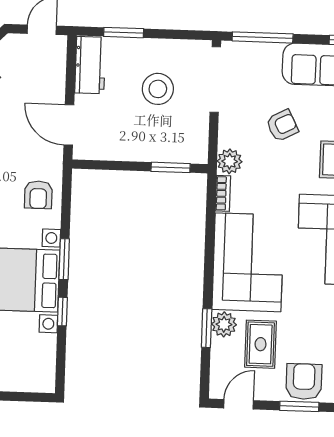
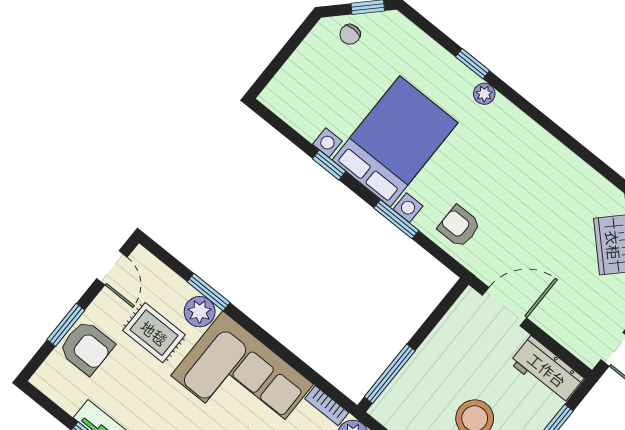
window: (171, 167) -> (390, 374), width x1.44
window: (64, 259) -> (396, 219), moved

